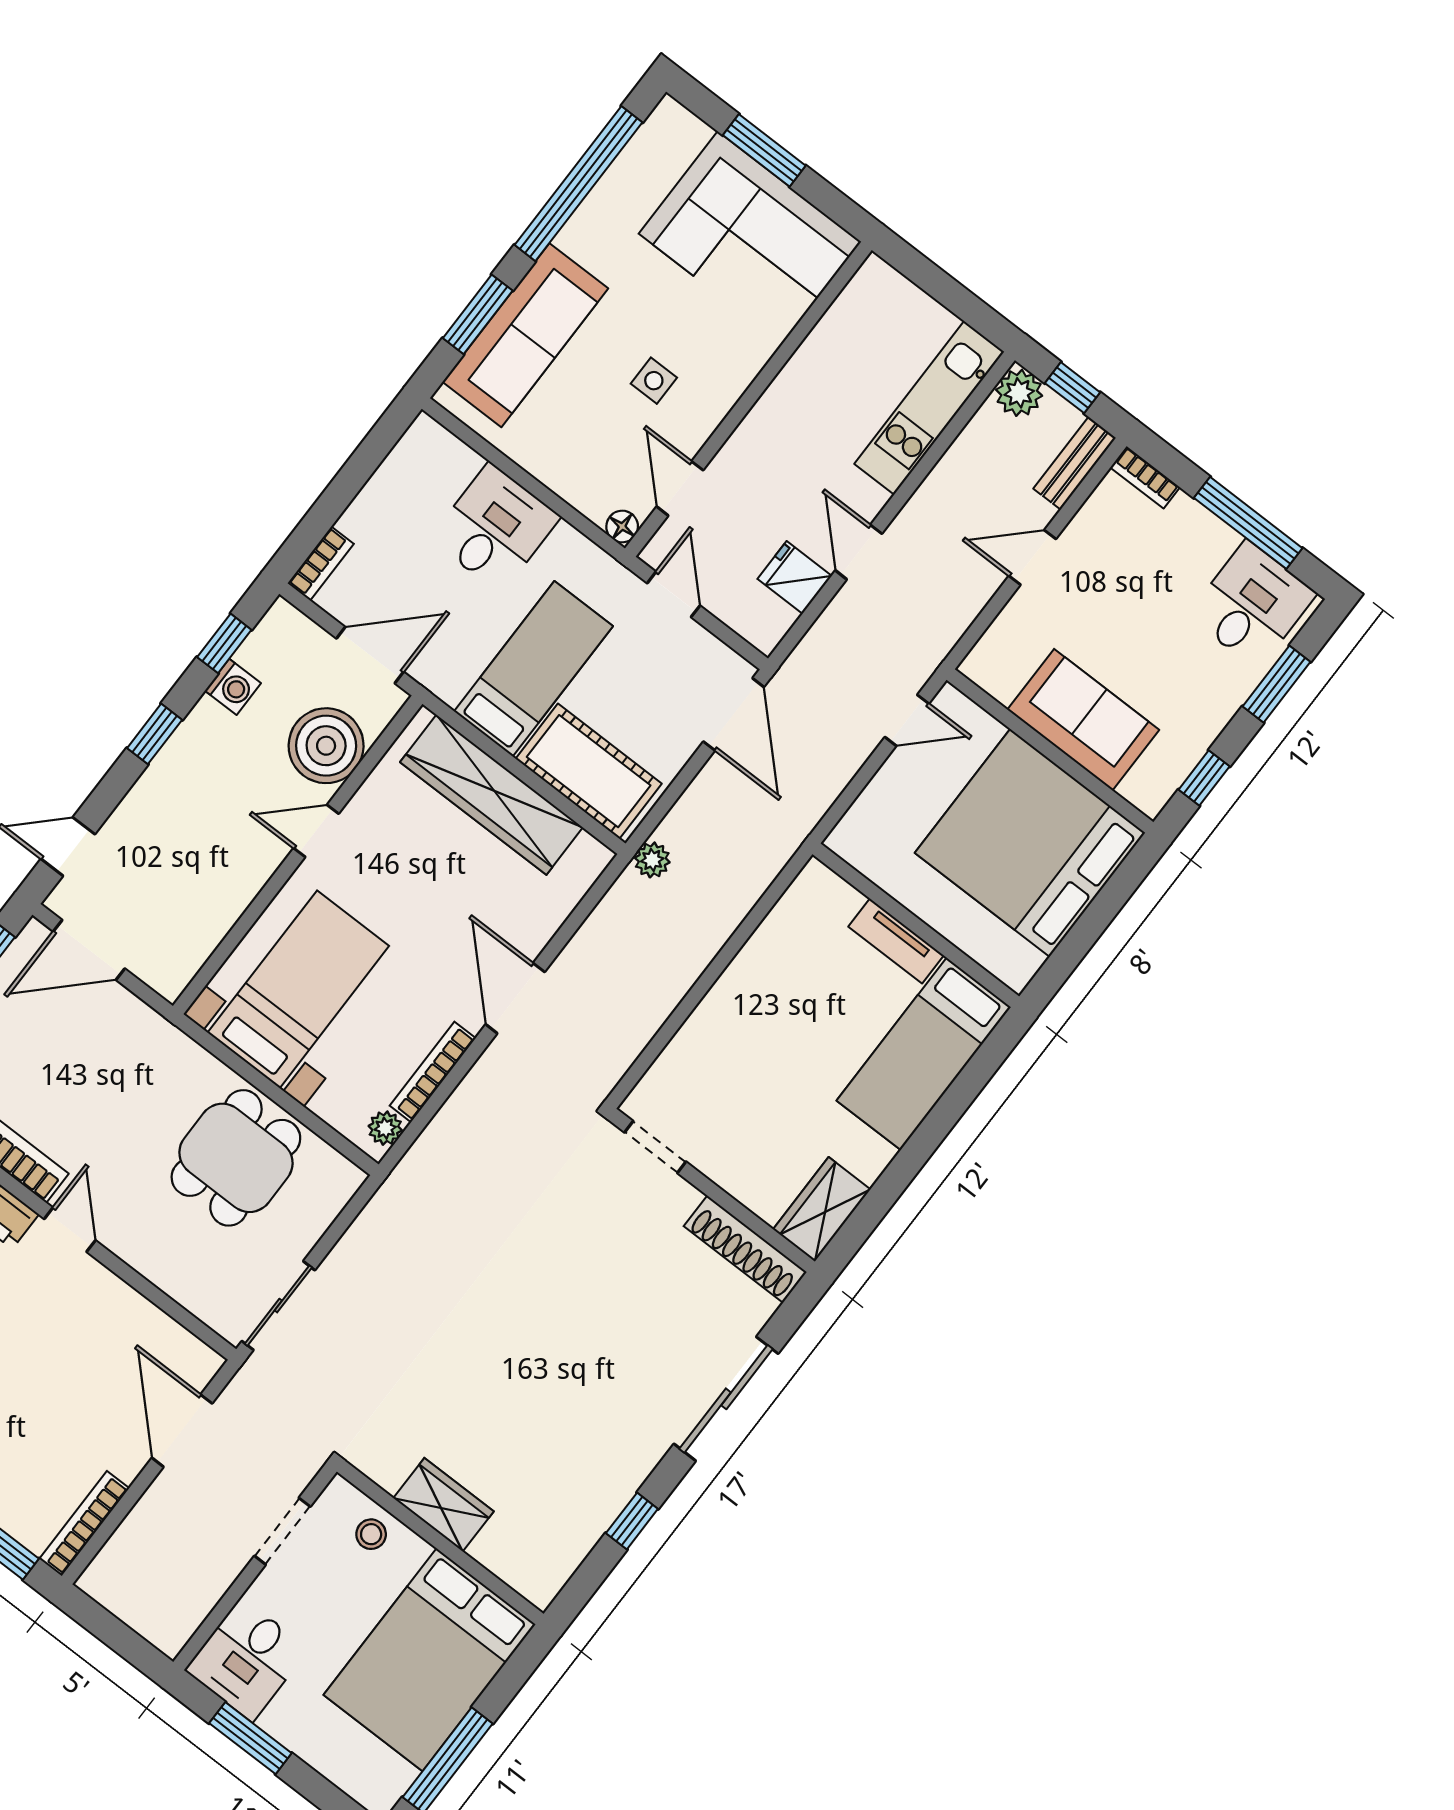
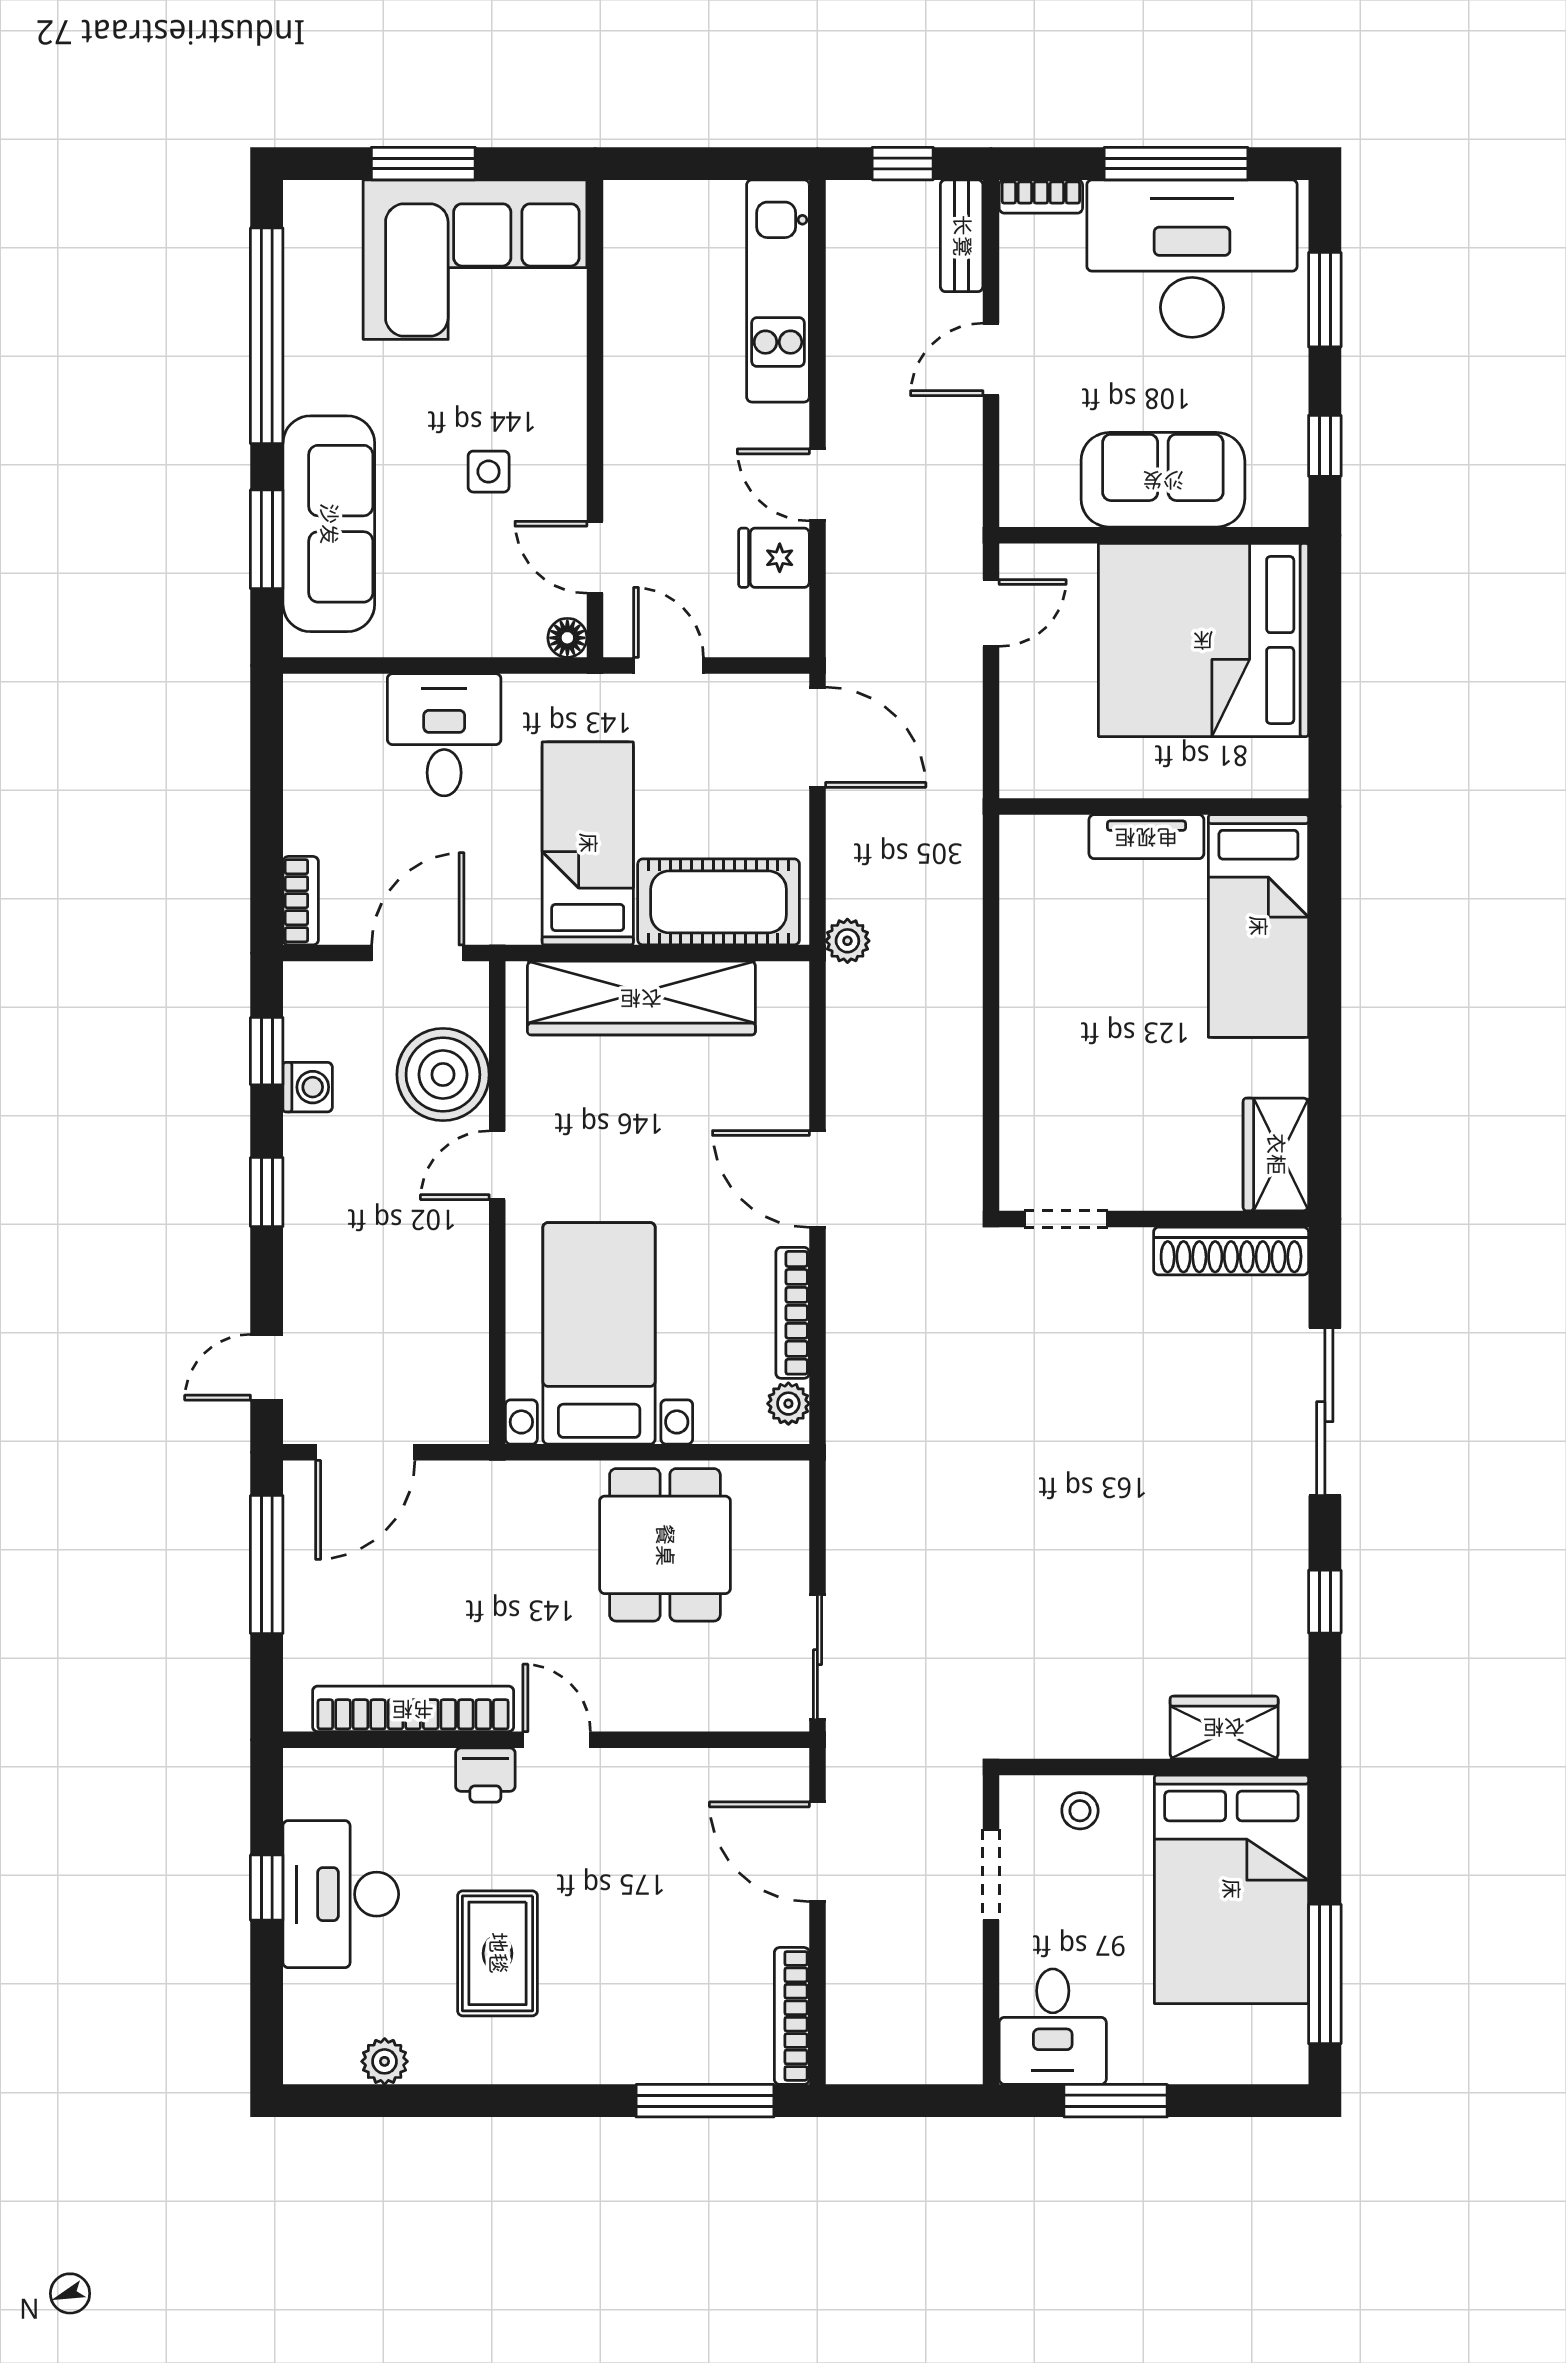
plant: (1019, 393) -> (854, 209), removed
desk: (1252, 605) -> (1192, 259), width x1.87, depth x1.30
wardrobe: (443, 1505) -> (1224, 1727), moved

